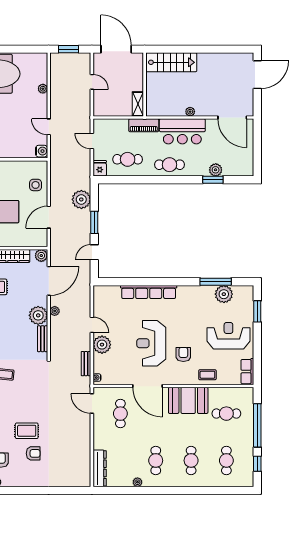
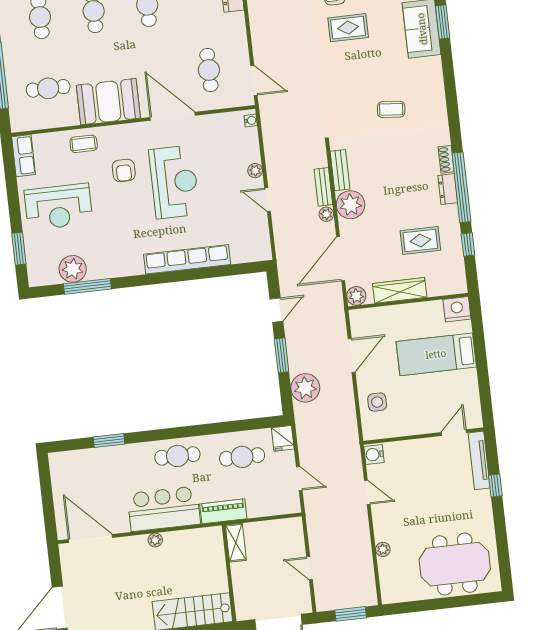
plant: (216, 170) -> (107, 456), removed
plant: (102, 345) -> (255, 171), width x0.53, depth x0.53
bench: (86, 364) -> (323, 187), moved

